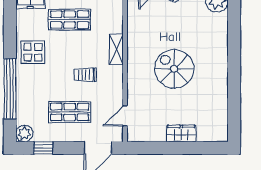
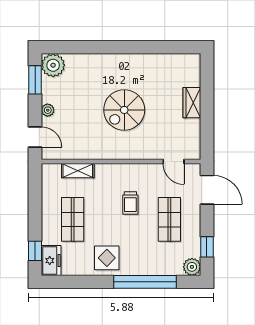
shelving: (116, 49) -> (78, 171), moved

